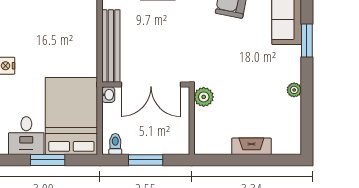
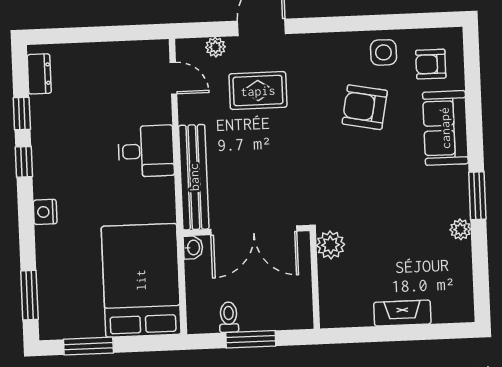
window: (307, 41) -> (477, 196), moved
desk: (26, 136) -> (146, 151), moved, turned -90
toilet: (115, 144) -> (229, 317), moved
window: (48, 160) -> (88, 346), moved

